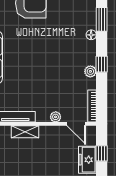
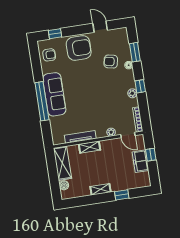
armchair: (69, 27) -> (111, 62), added

